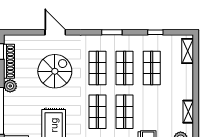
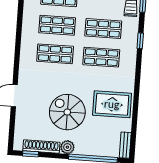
window: (112, 32) -> (19, 36), removed
spiral stairs: (55, 71) -> (67, 112), moved

